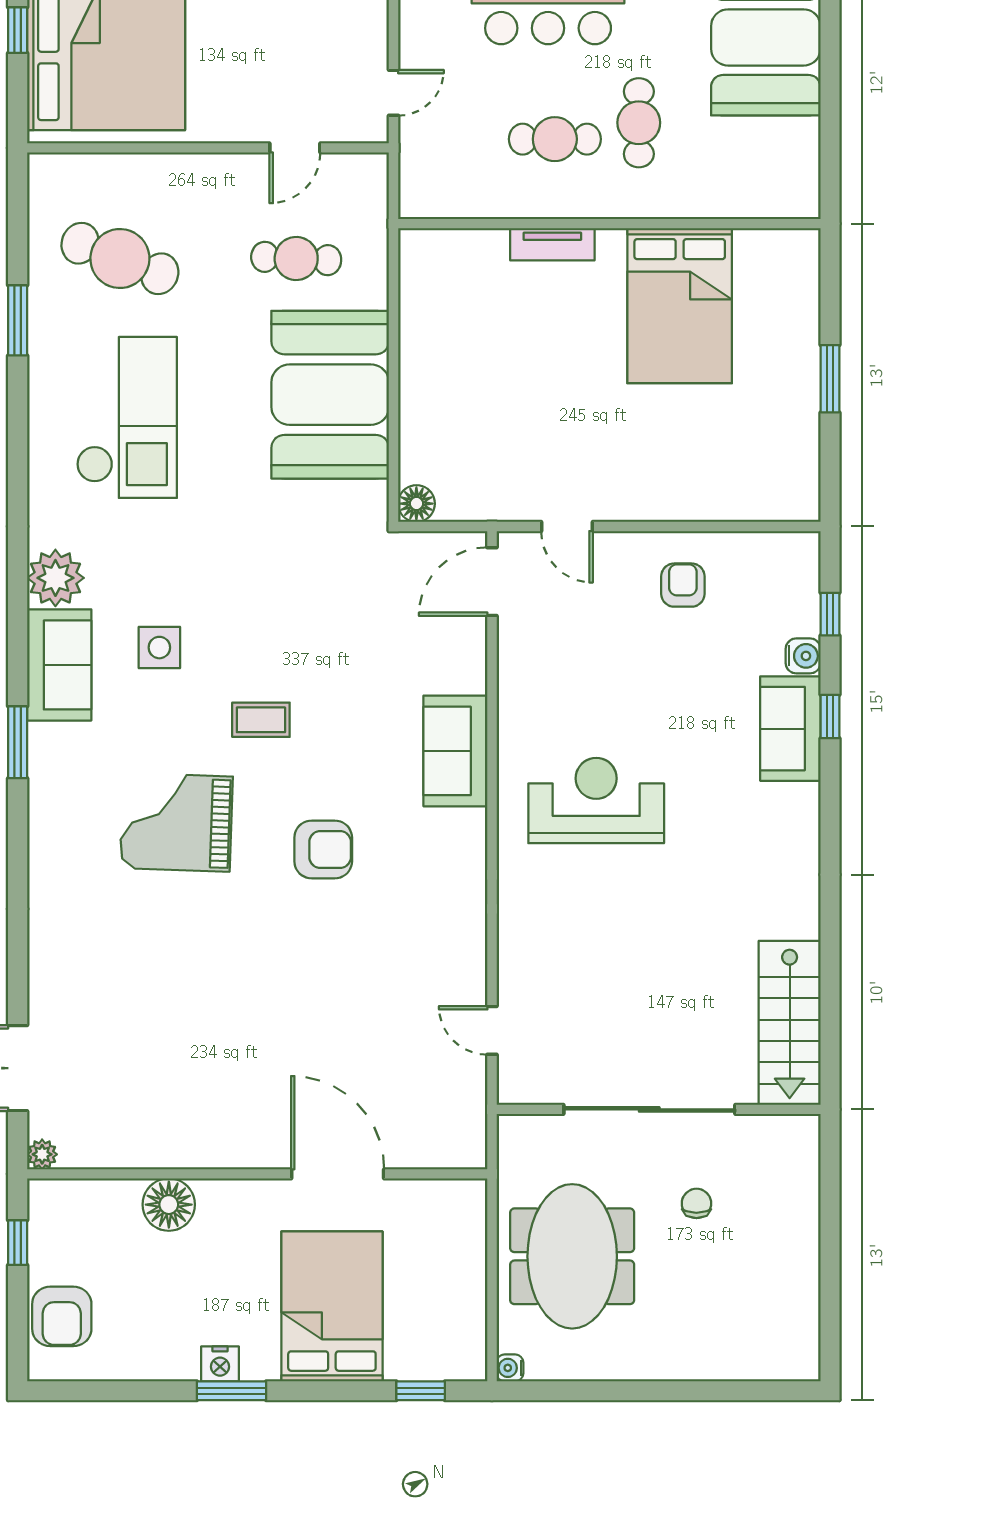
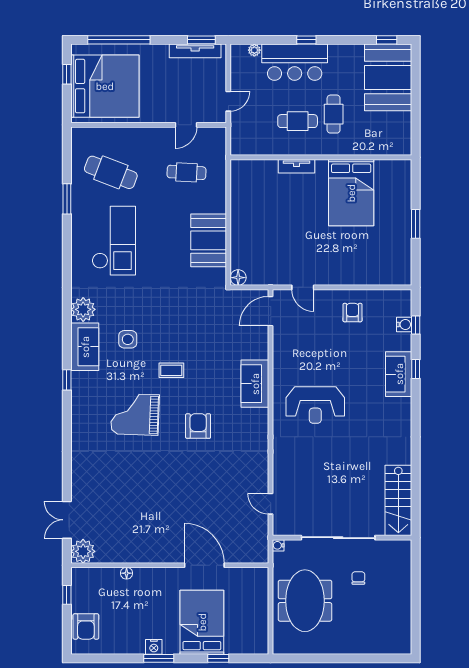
booth: (330, 395) -> (209, 240), width x0.73, depth x0.70
water cooler: (803, 656) -> (404, 325), moved
window: (18, 742) -> (67, 380), width x0.67
reception desk: (596, 801) -> (315, 405), turned 180
armchair: (323, 849) -> (198, 426), turned -90
plant: (42, 1154) -> (83, 551), width x1.88, depth x1.88
floor lamp: (169, 1205) -> (127, 573), width x0.53, depth x0.53
water cooler: (510, 1368) -> (278, 545), moved
window: (421, 1391) -> (218, 658), moved

